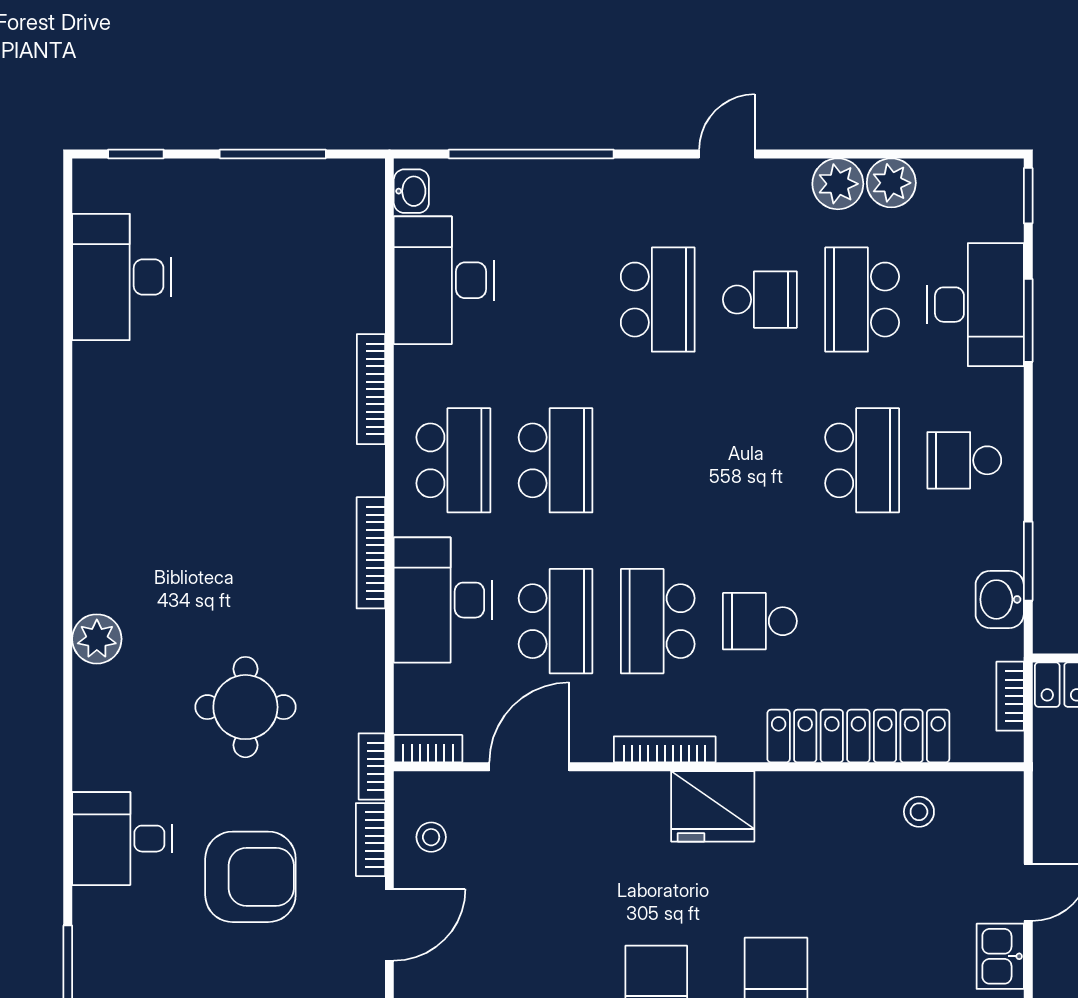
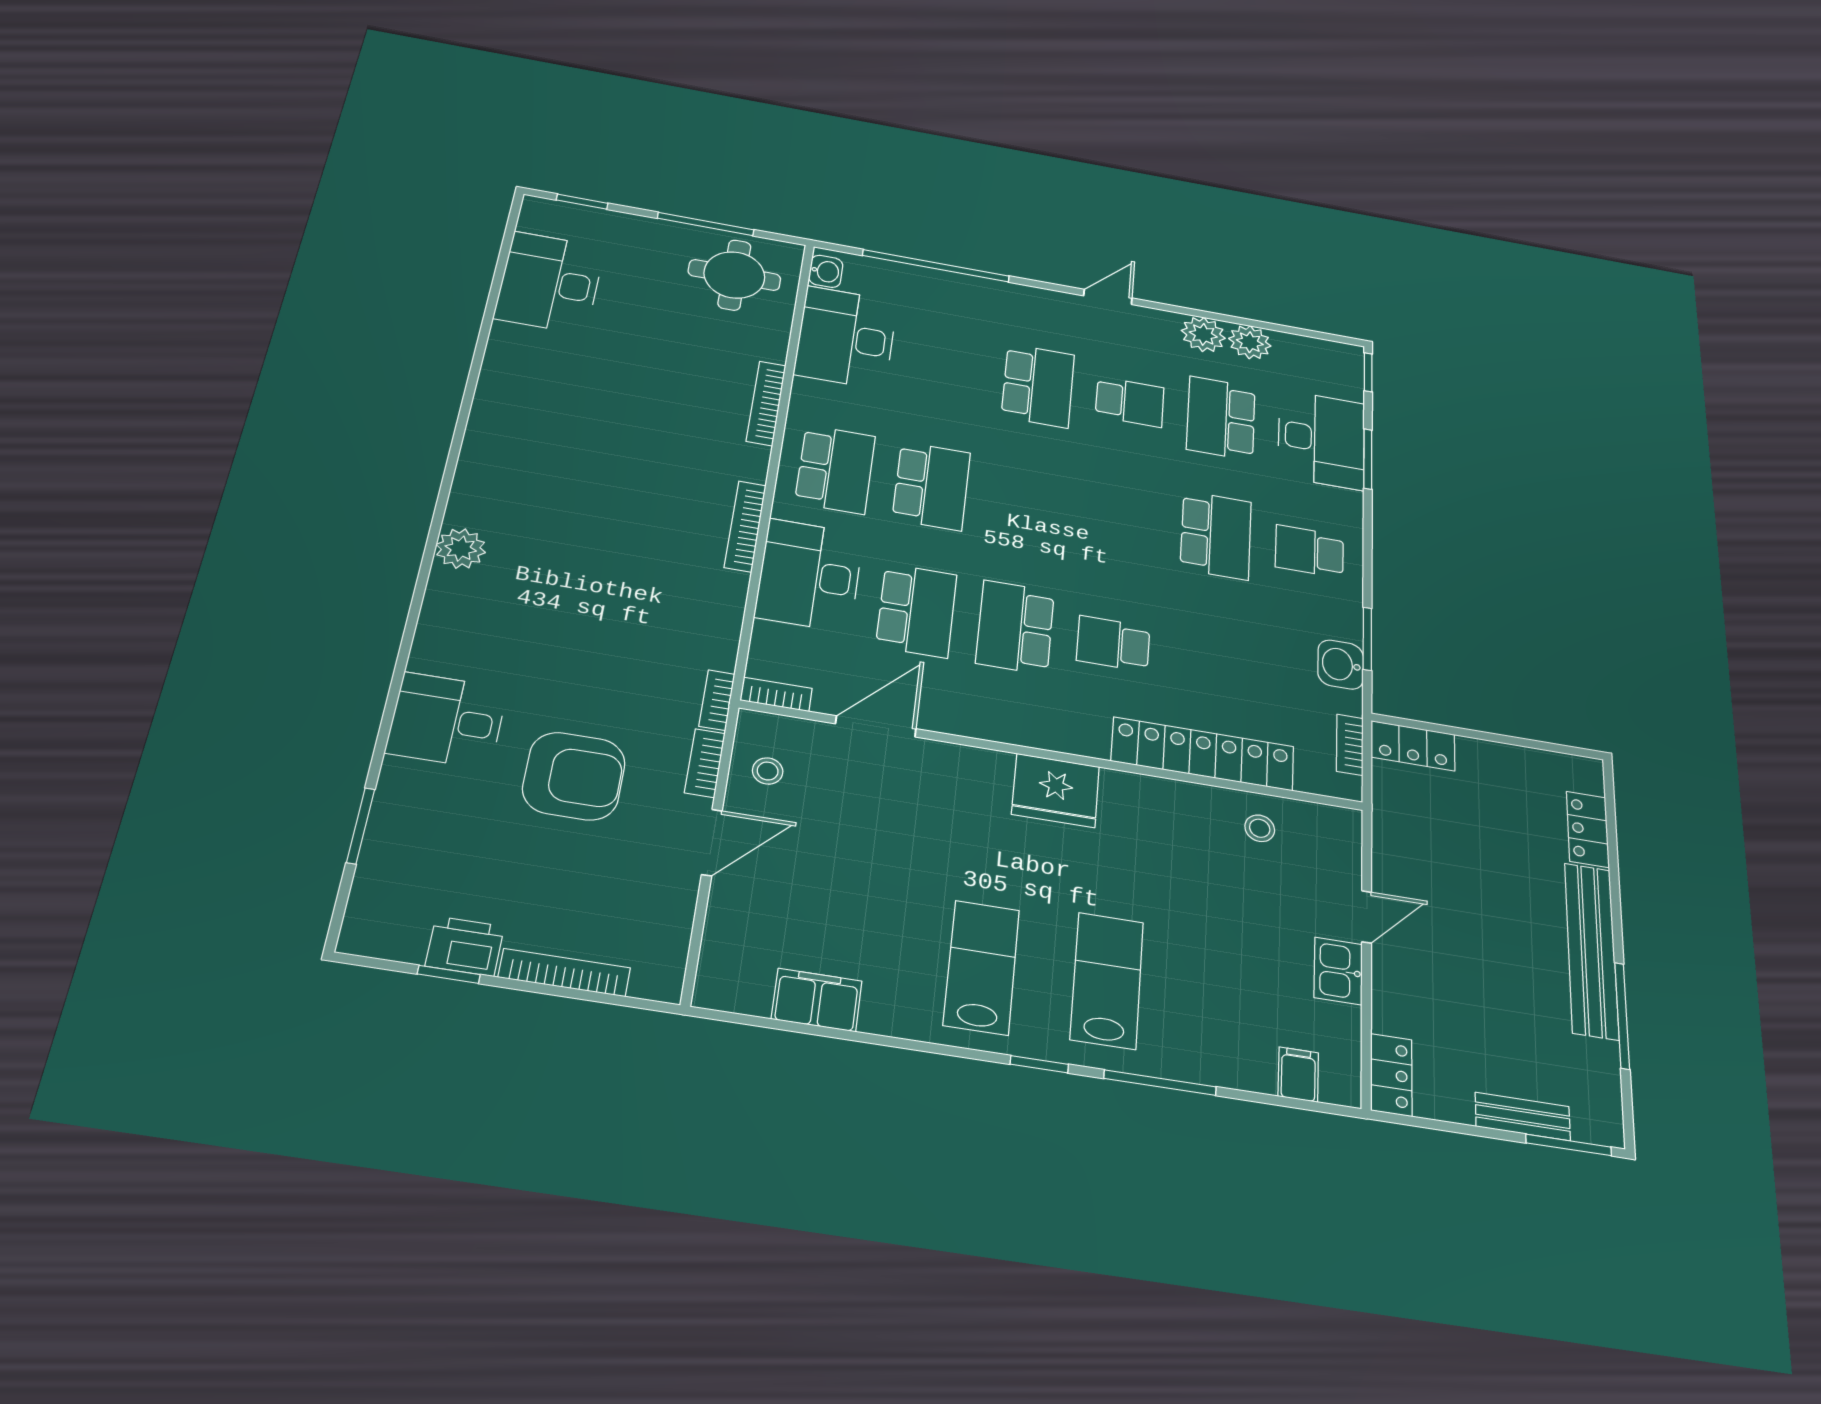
round table: (245, 707) -> (734, 275), moved
bookcase: (665, 749) -> (1012, 734), removed

